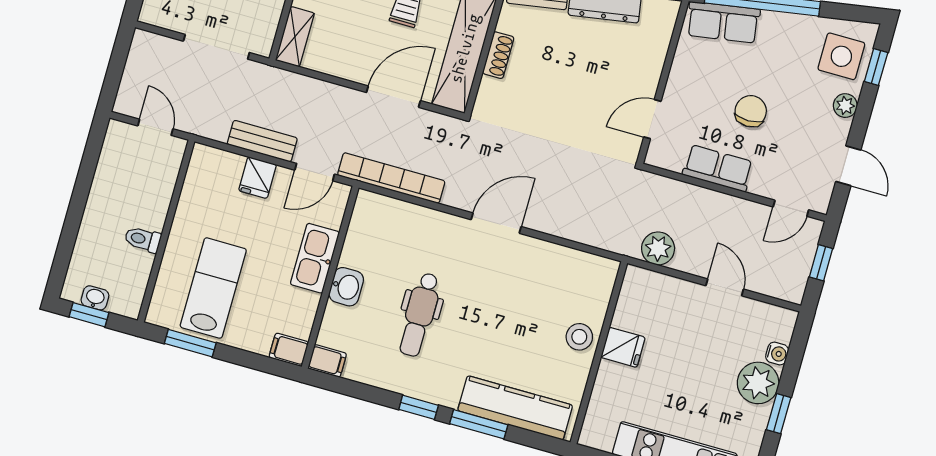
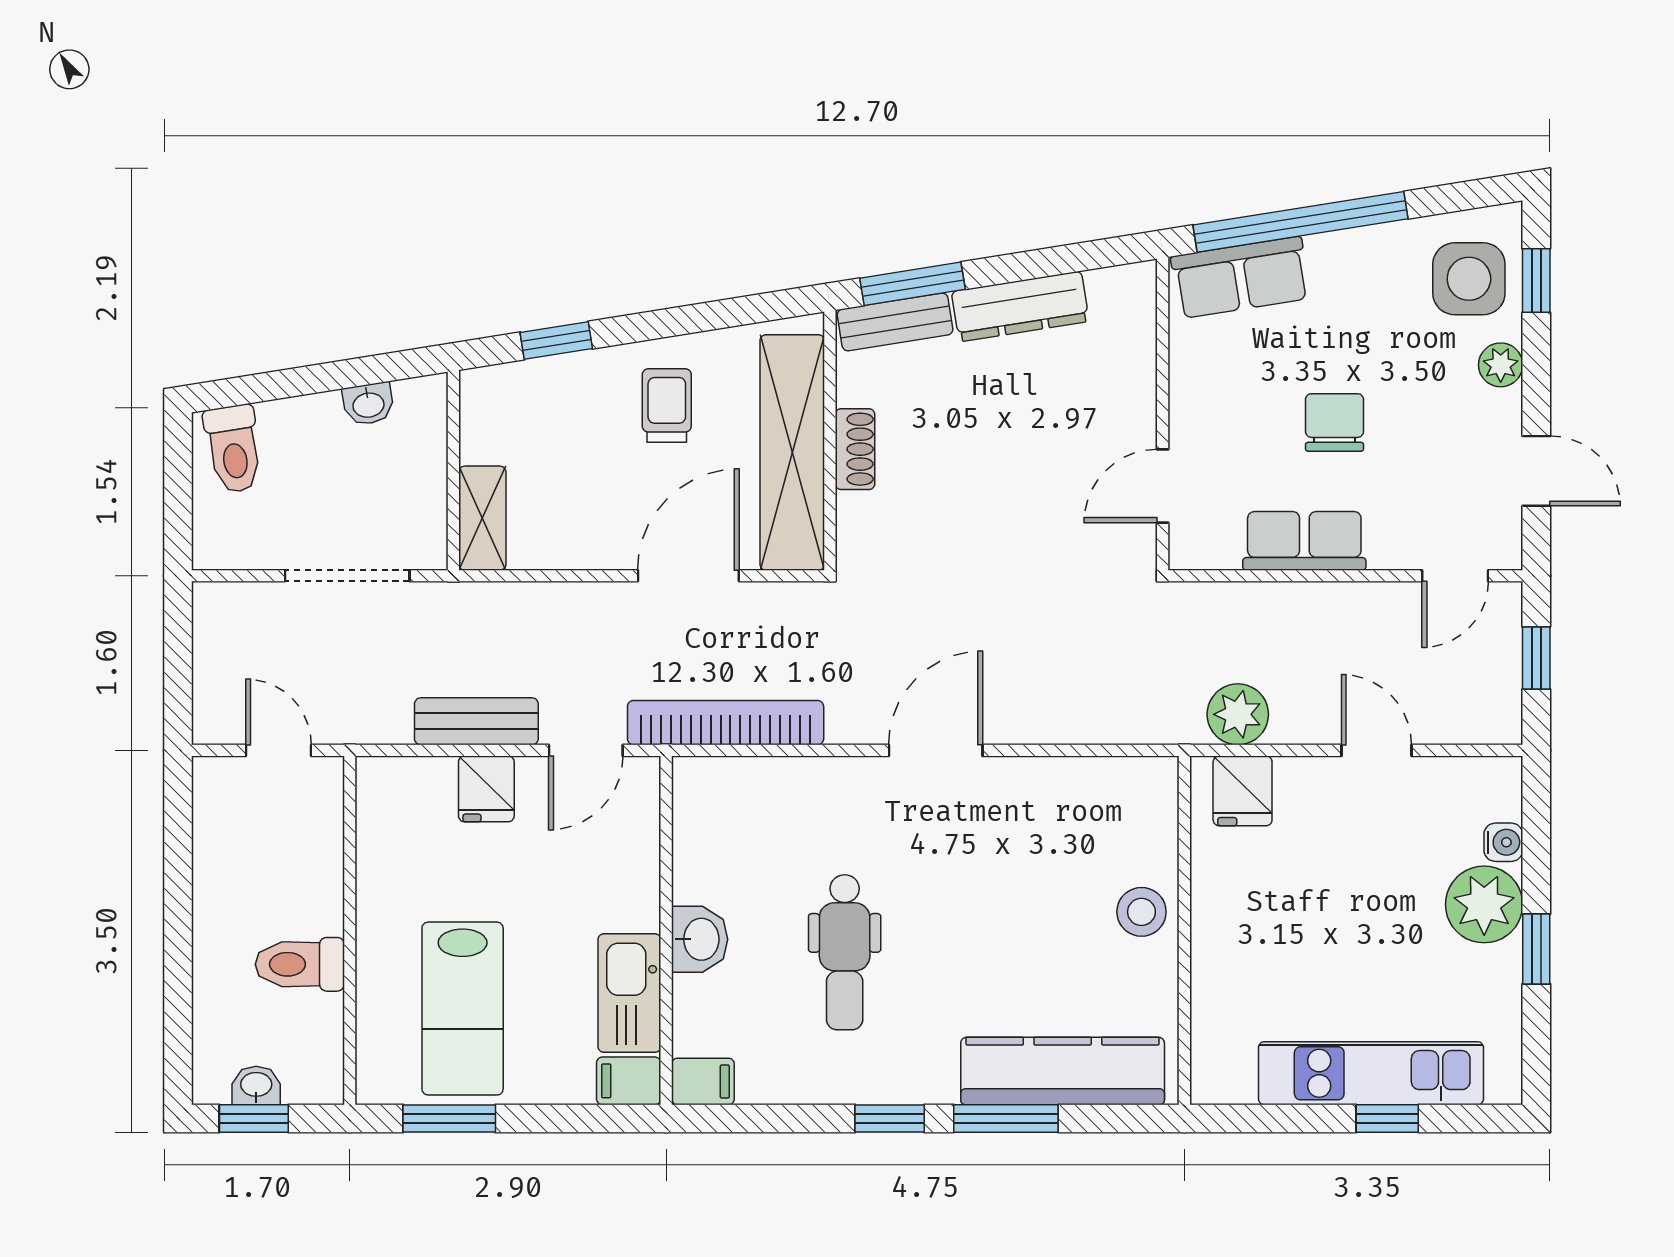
toilet: (143, 239) -> (300, 964), width x1.37, depth x1.39
kitchen sink: (315, 258) -> (629, 993), moved
lab bench: (213, 288) -> (463, 1009), turned 180
fridge: (623, 347) -> (1243, 791), moved, turned 90

